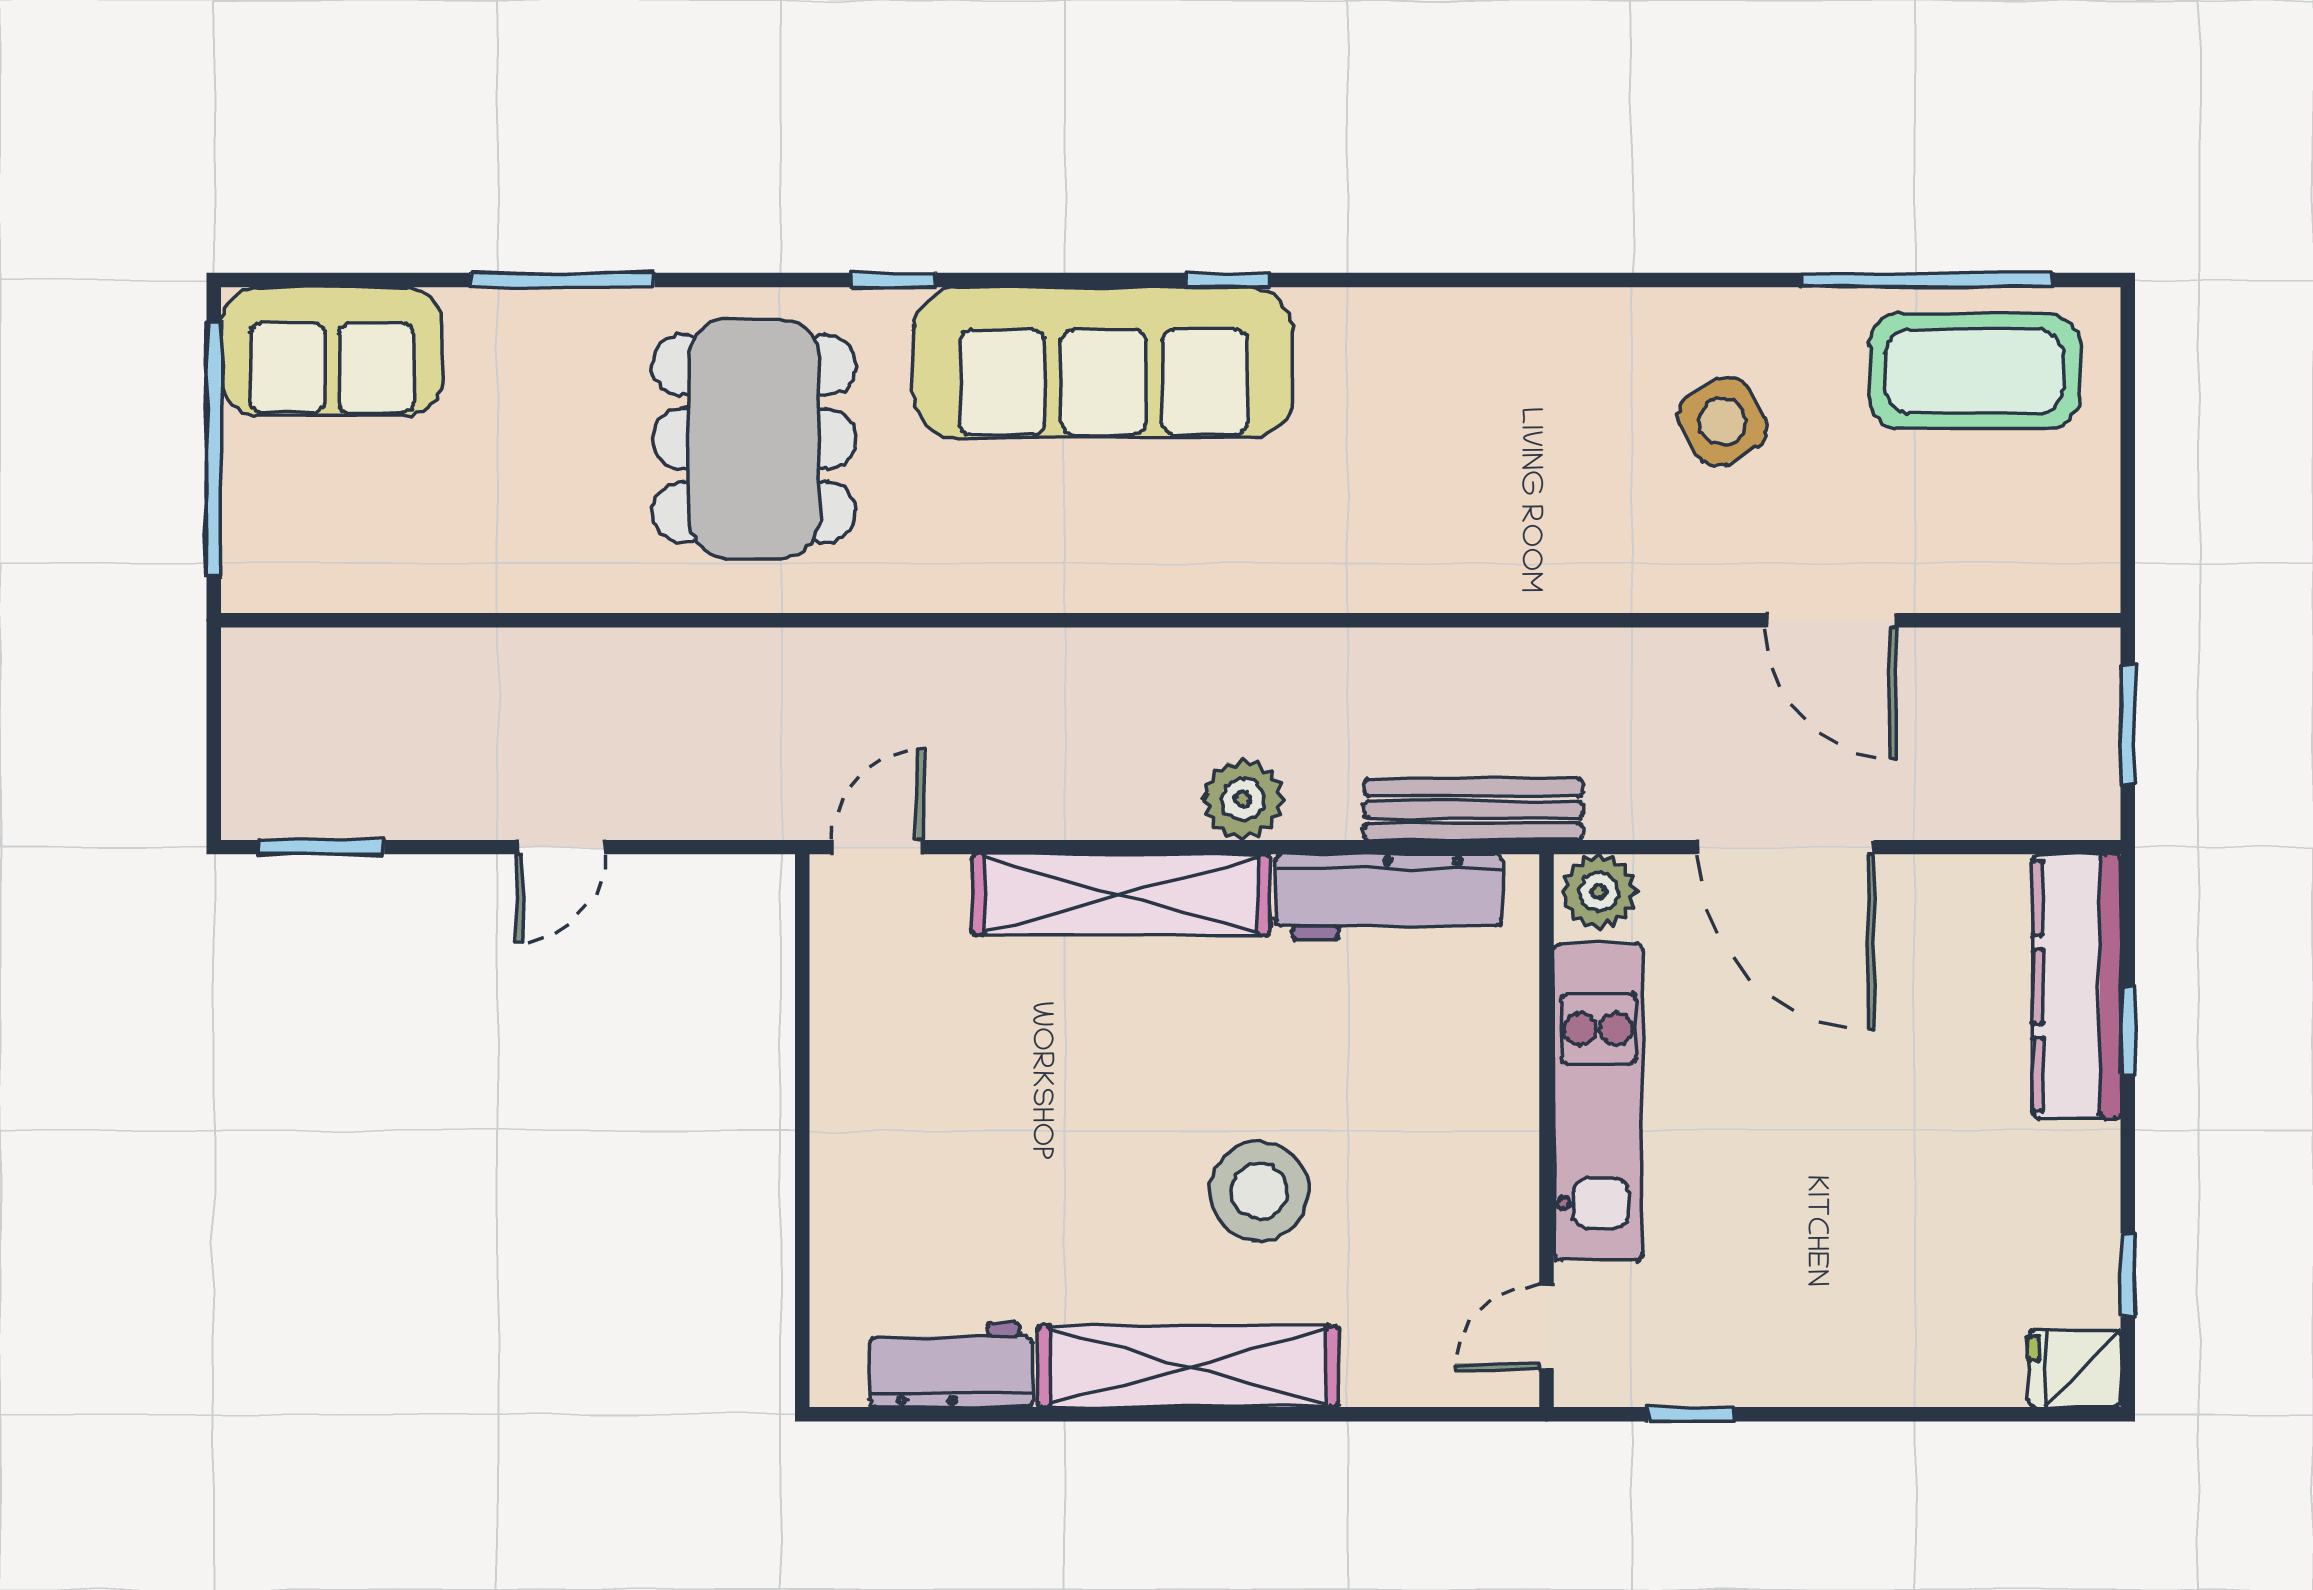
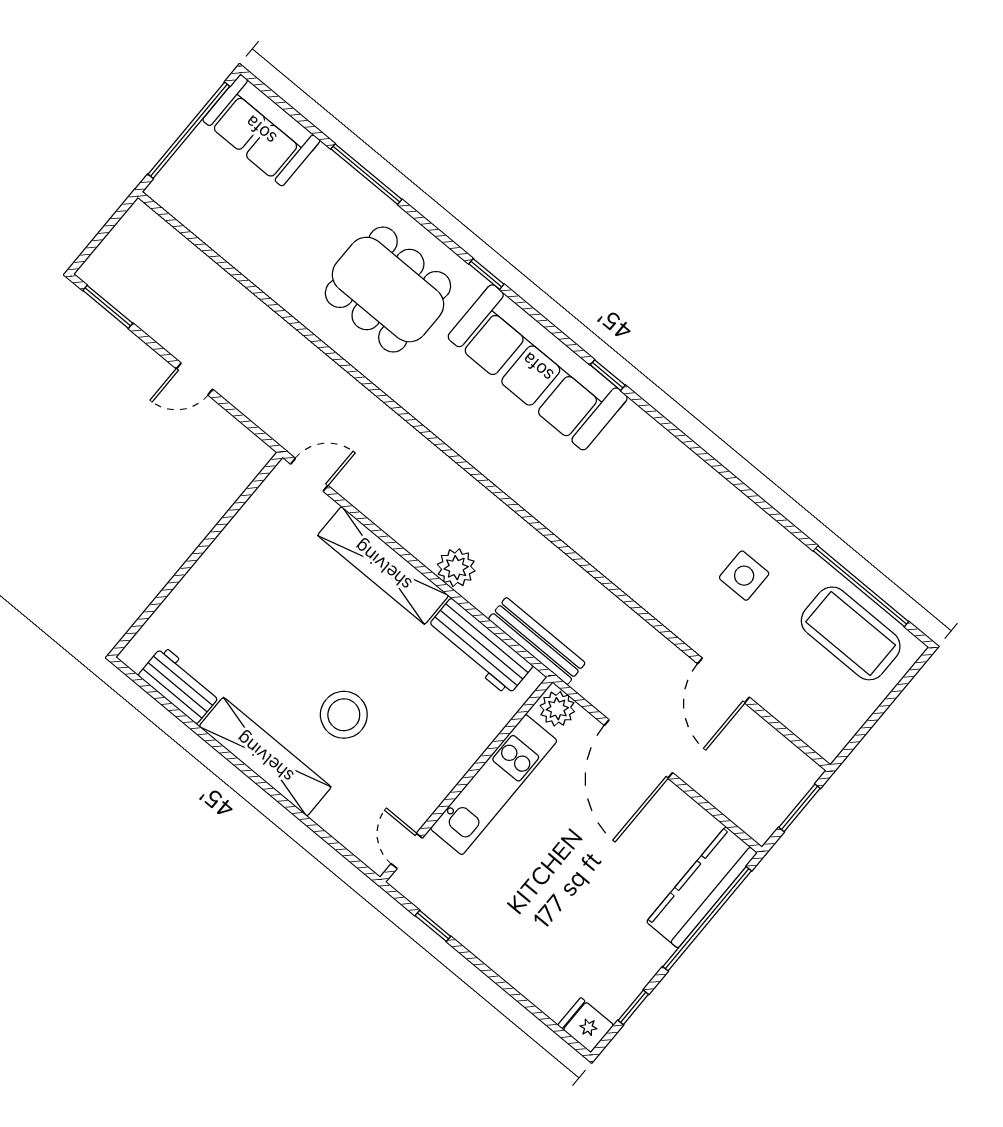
side table: (1722, 422) -> (744, 576), turned 30
dining table: (754, 439) -> (388, 290), turned 90
window: (2128, 1030) -> (707, 919), width x3.17
door: (1547, 1328) -> (407, 851), hinge flipped

